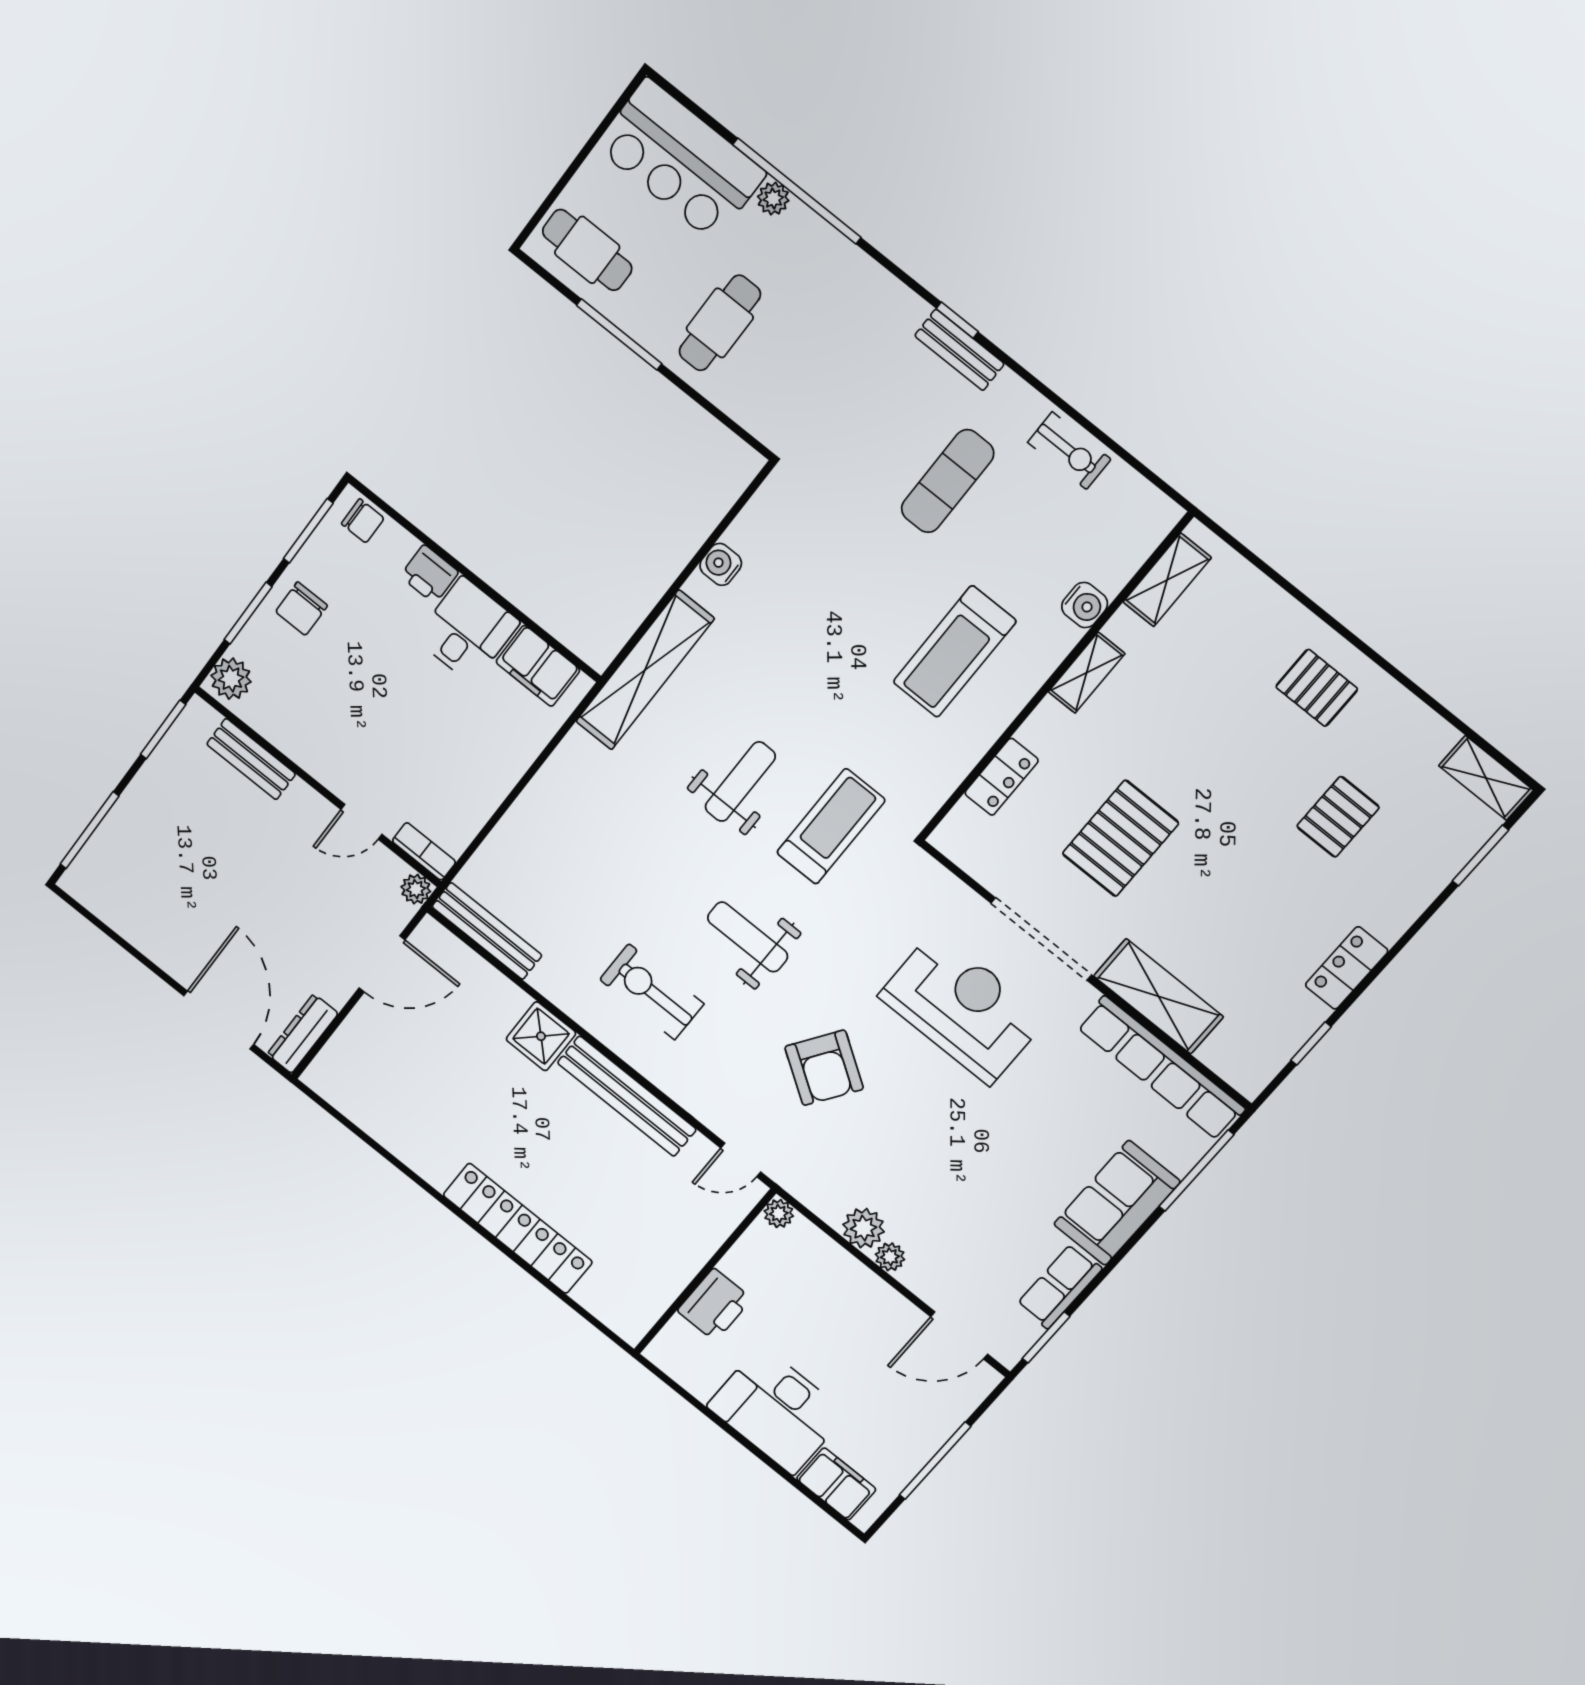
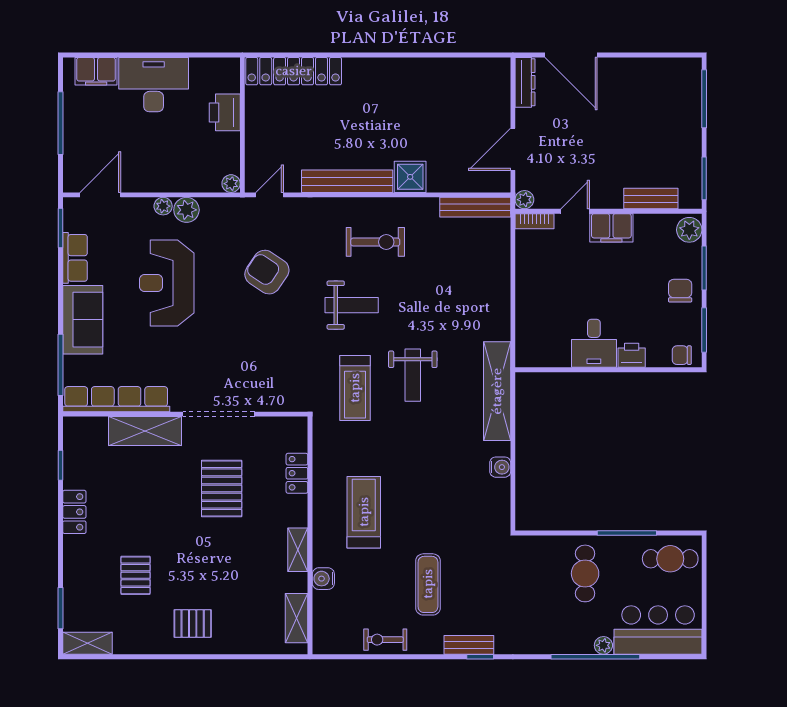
filing cabinet: (538, 666) -> (611, 228), moved, turned 180
reception desk: (962, 1007) -> (167, 283), moved, turned 90
locker: (518, 1228) -> (294, 71), moved

